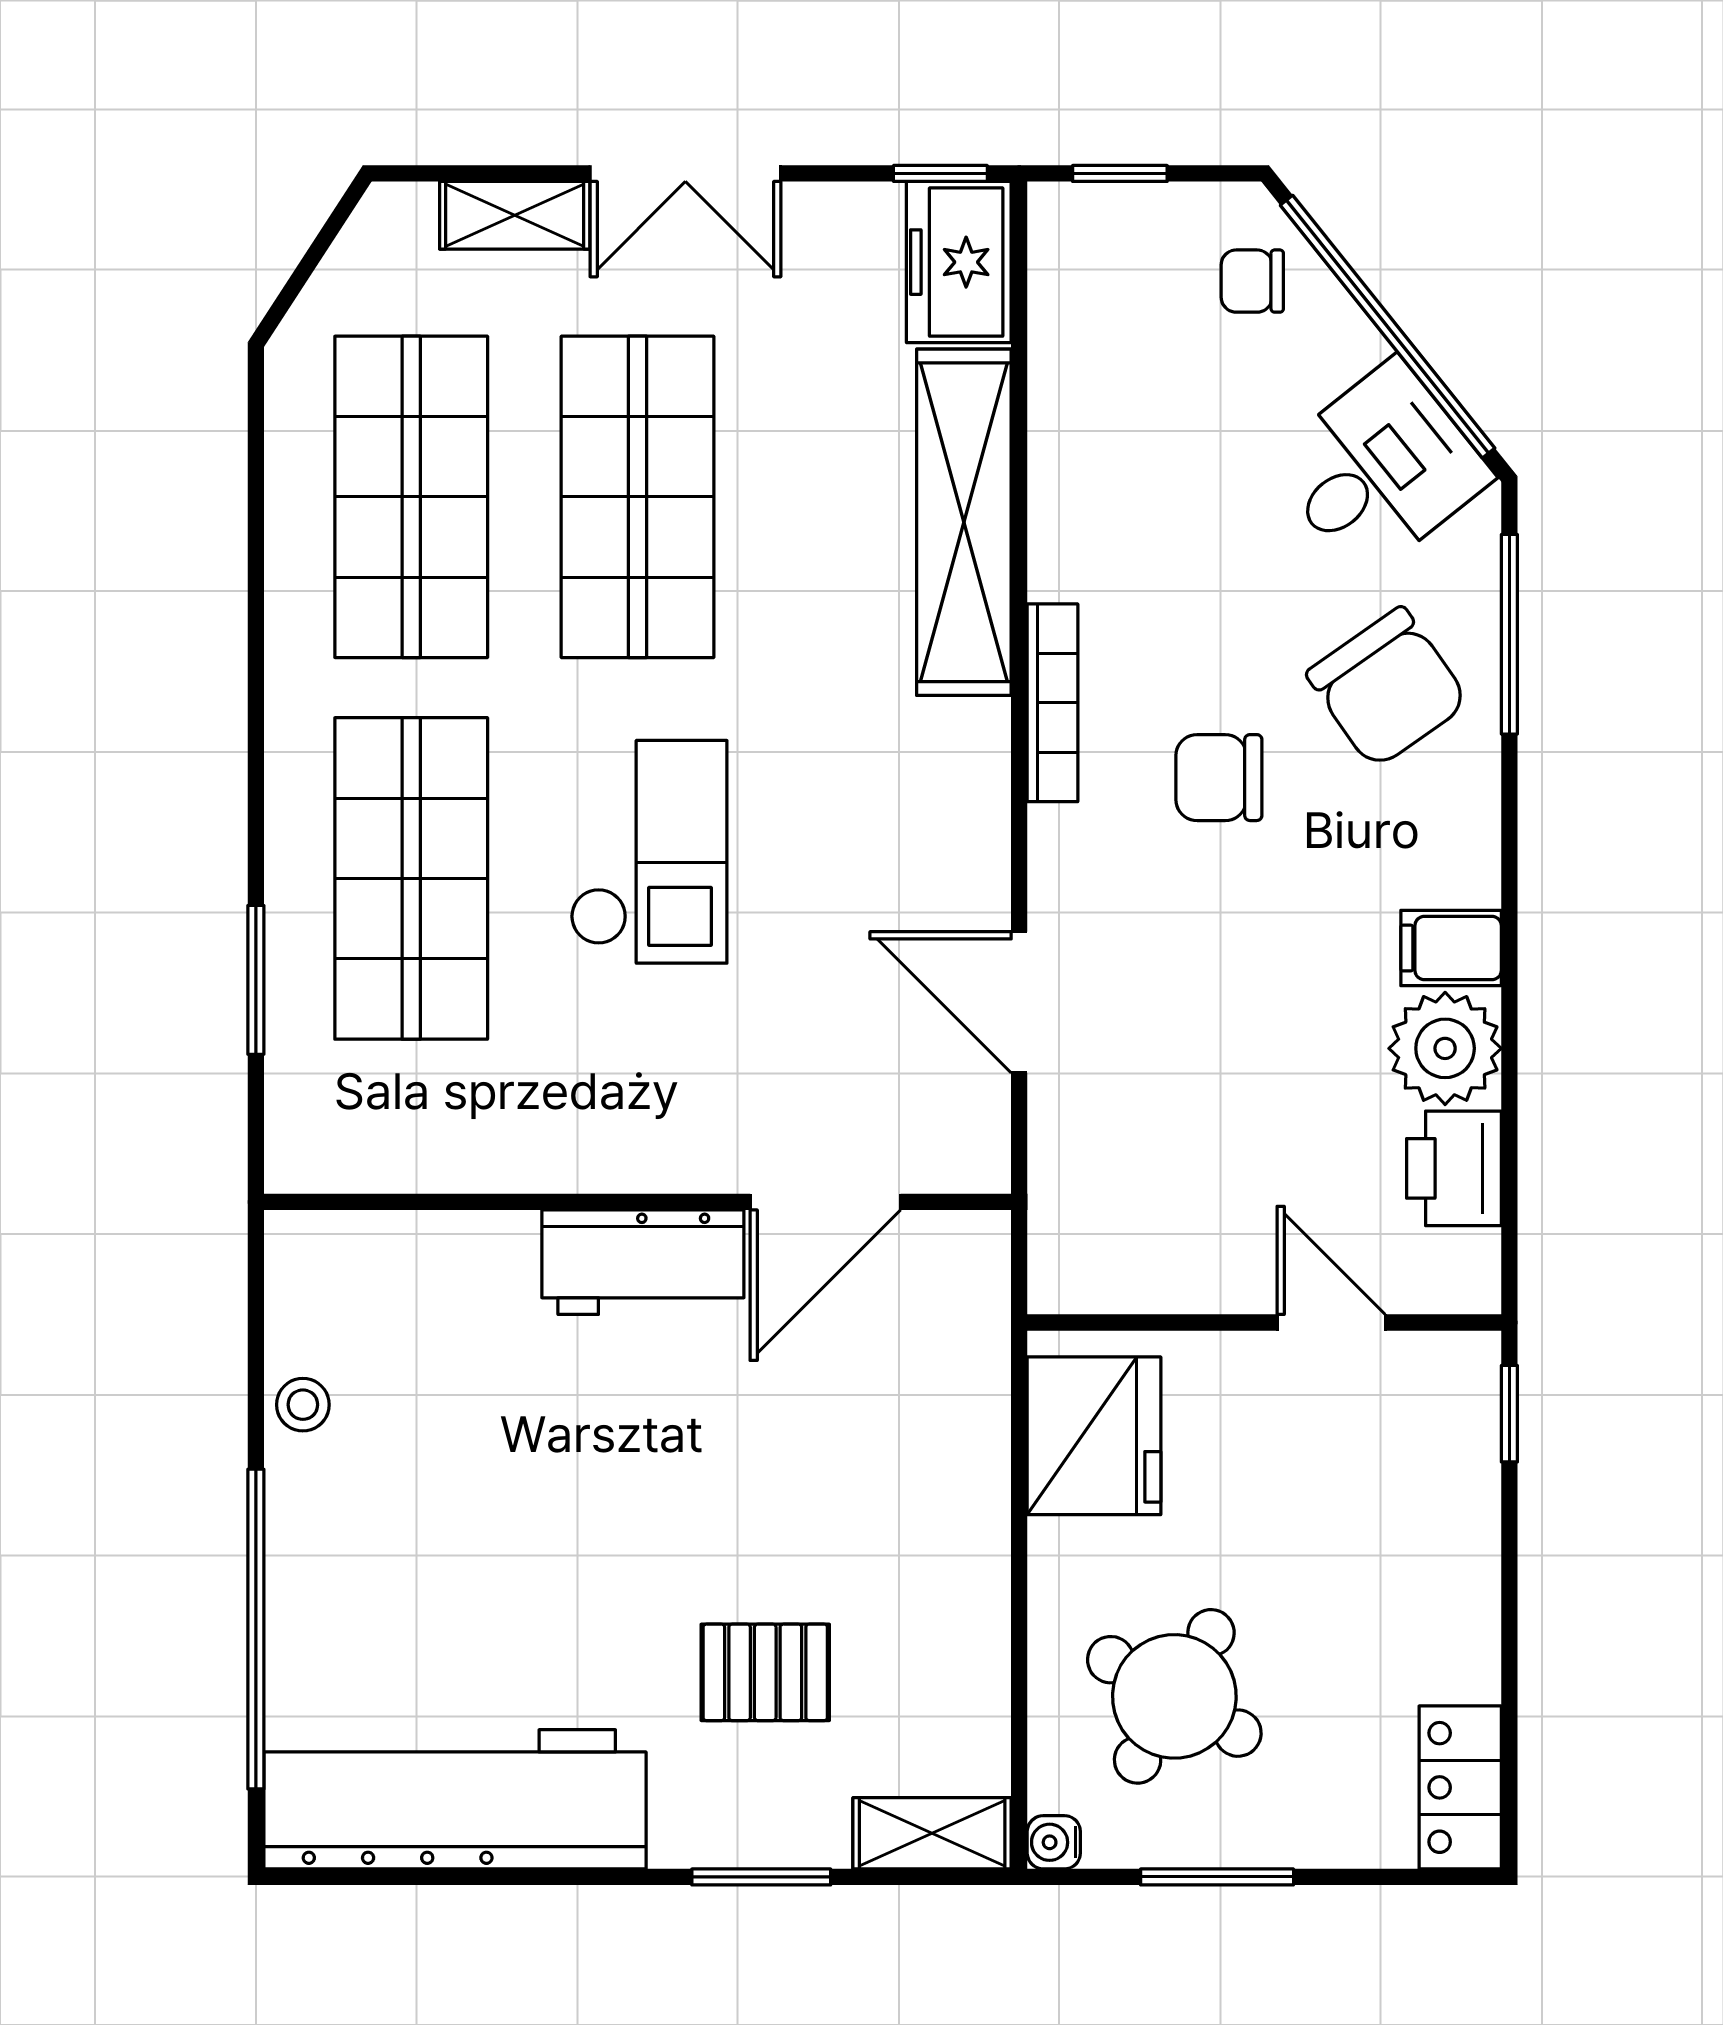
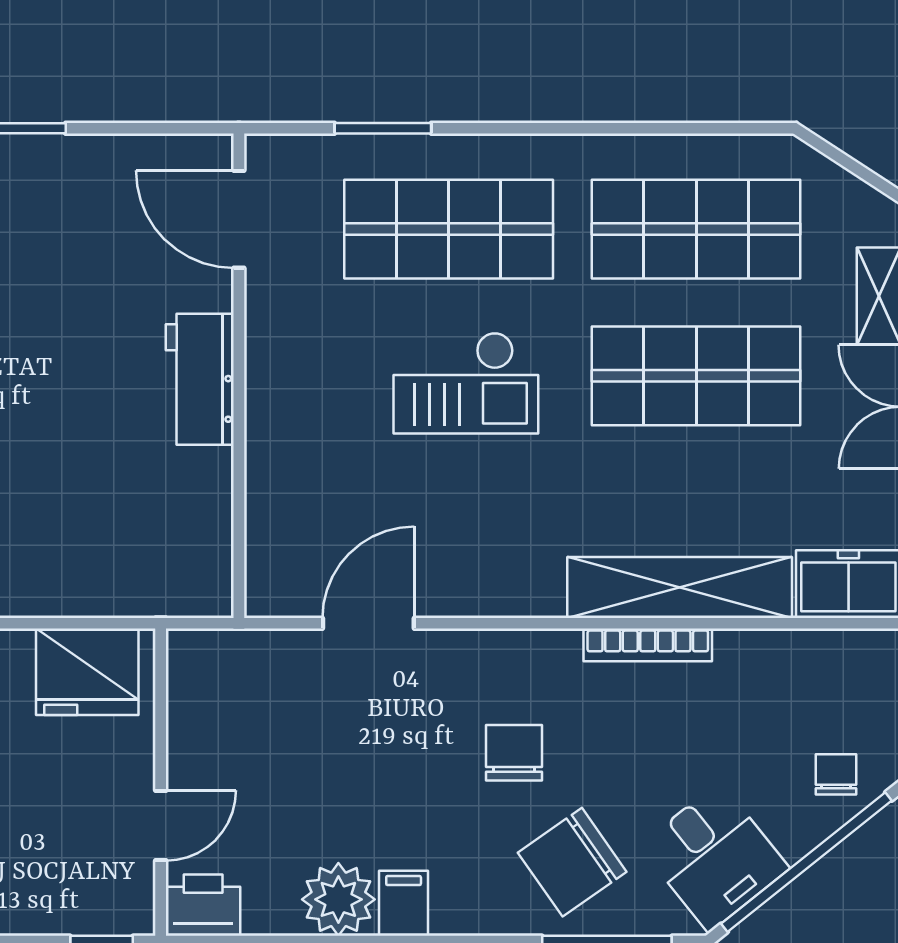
bookcase: (1053, 703) -> (648, 645), moved
printer: (1454, 1168) -> (203, 905), moved
door: (825, 1202) -> (239, 219), moved
stool: (303, 1405) -> (107, 159), removed

